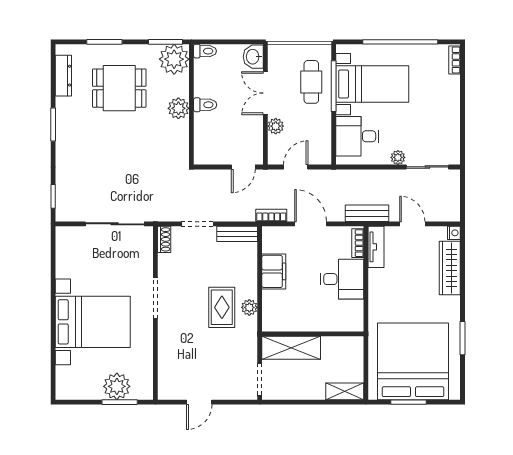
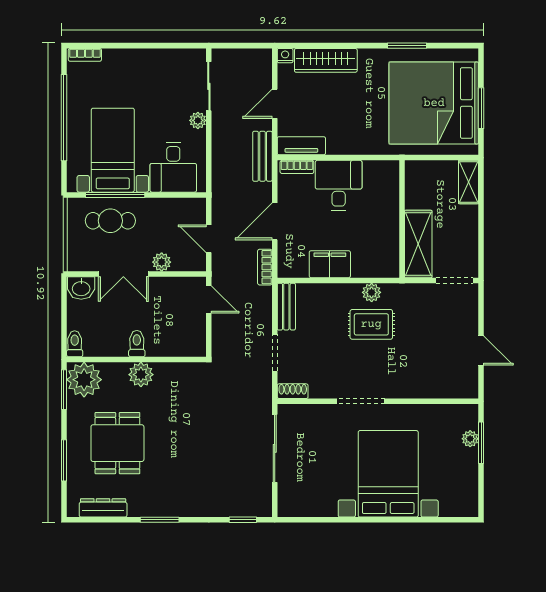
plant: (117, 386) -> (470, 439), width x0.53, depth x0.53

